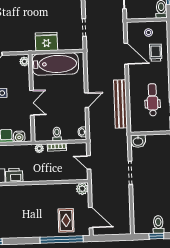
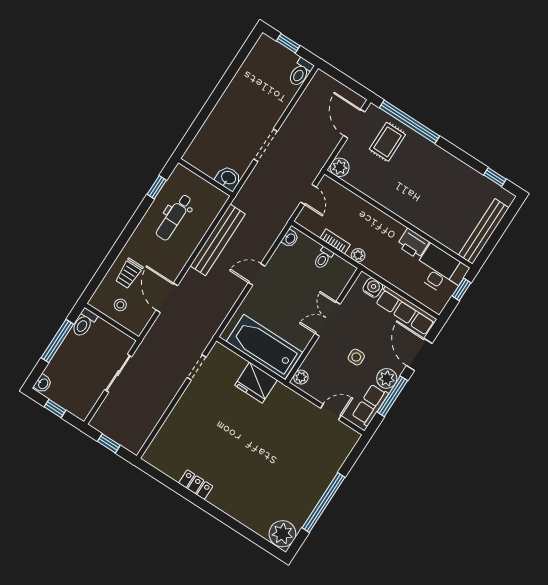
toilet: (158, 224) -> (300, 72), moved

